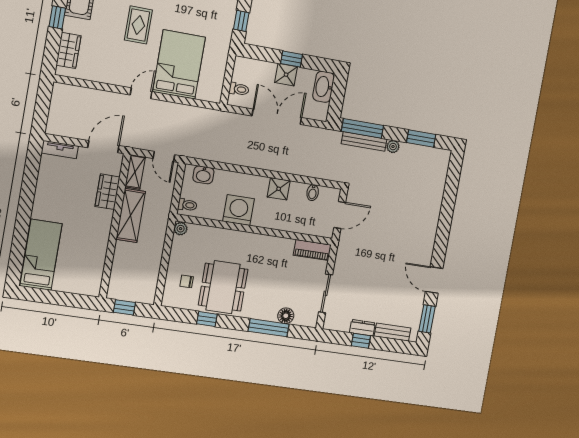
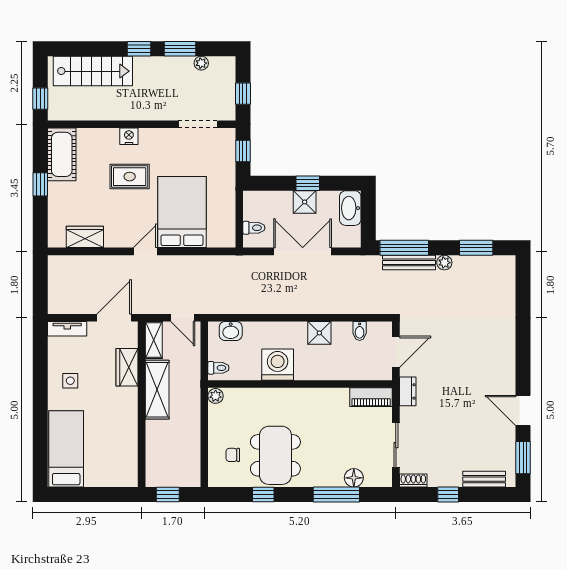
rug: (138, 25) -> (130, 177), turned 90
wardrobe: (69, 50) -> (85, 237), moved, turned -90
side table: (55, 196) -> (70, 381), added
shoe rack: (335, 325) -> (413, 481), added
dresser: (362, 328) -> (408, 391), moved, turned 90

